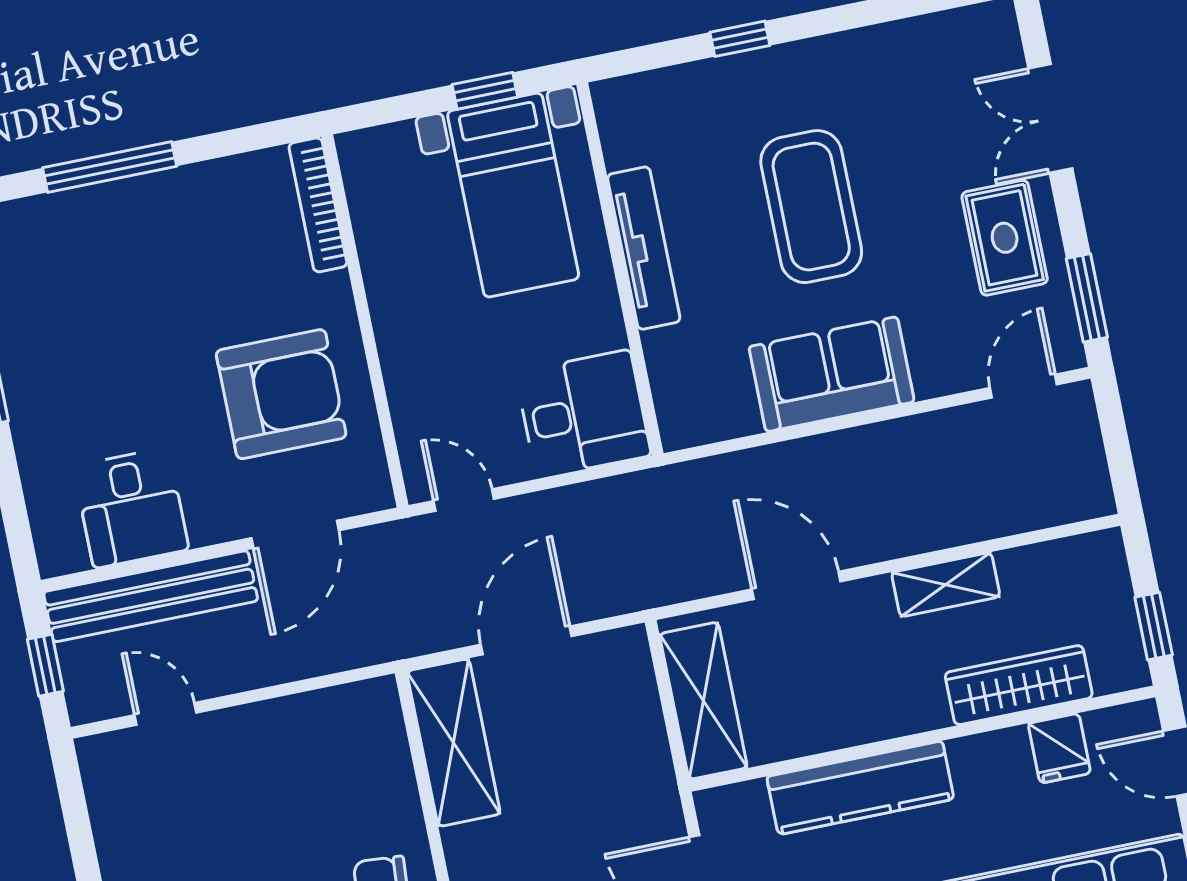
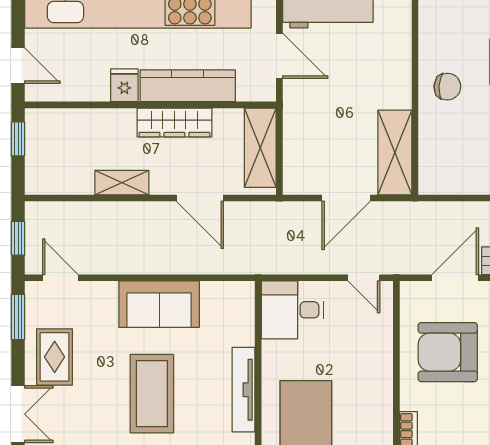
door: (1024, 386) -> (60, 278), swing flipped
window: (1116, 443) -> (18, 238), added
wardrobe: (1019, 685) -> (174, 123), moved
fridge: (1059, 748) -> (124, 85), moved

